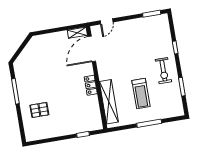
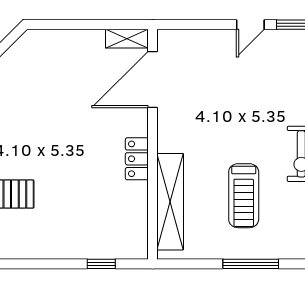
door: (107, 21) -> (250, 25), moved

